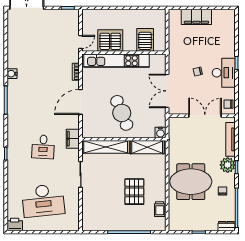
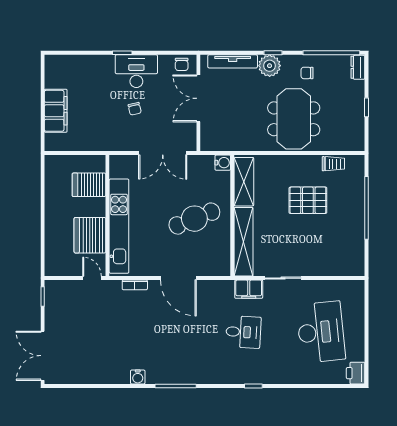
filing cabinet: (73, 139) -> (249, 289), moved

